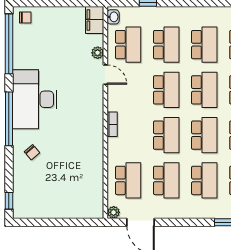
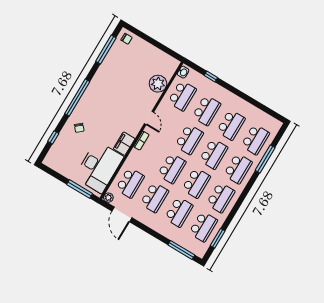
filing cabinet: (95, 20) -> (124, 144), moved
window: (9, 44) -> (106, 50), width x0.68
plant: (98, 53) -> (158, 84), width x1.88, depth x1.88
door: (105, 75) -> (149, 118), moved
desk: (35, 99) -> (99, 167), moved, turned 180
window: (9, 201) -> (53, 137), moved
window: (75, 222) -> (80, 189), added

